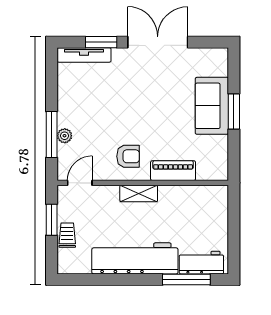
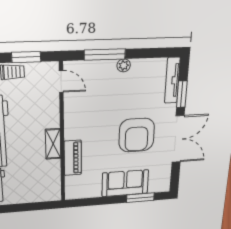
window: (234, 111) -> (140, 198), moved
plant: (65, 136) -> (124, 65), moved
armchair: (128, 156) -> (137, 135), moved, width x1.88, depth x1.88
shelving: (139, 193) -> (53, 144), moved

